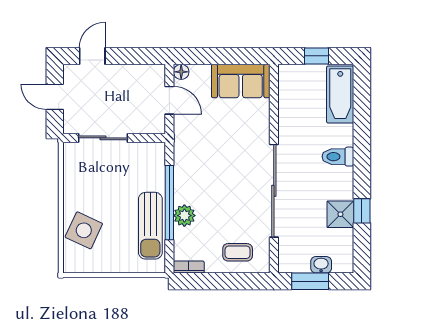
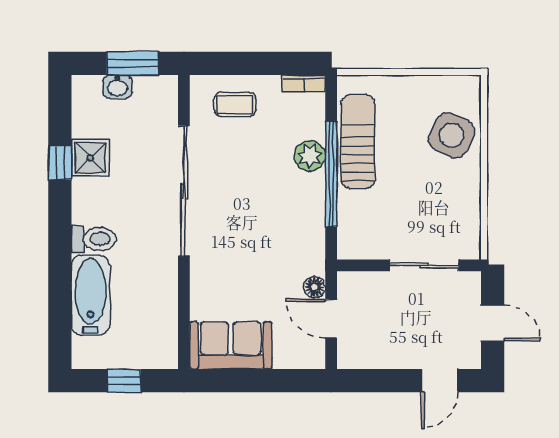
floor lamp: (181, 72) -> (314, 287), moved
bathtub: (340, 95) -> (91, 295), moved

